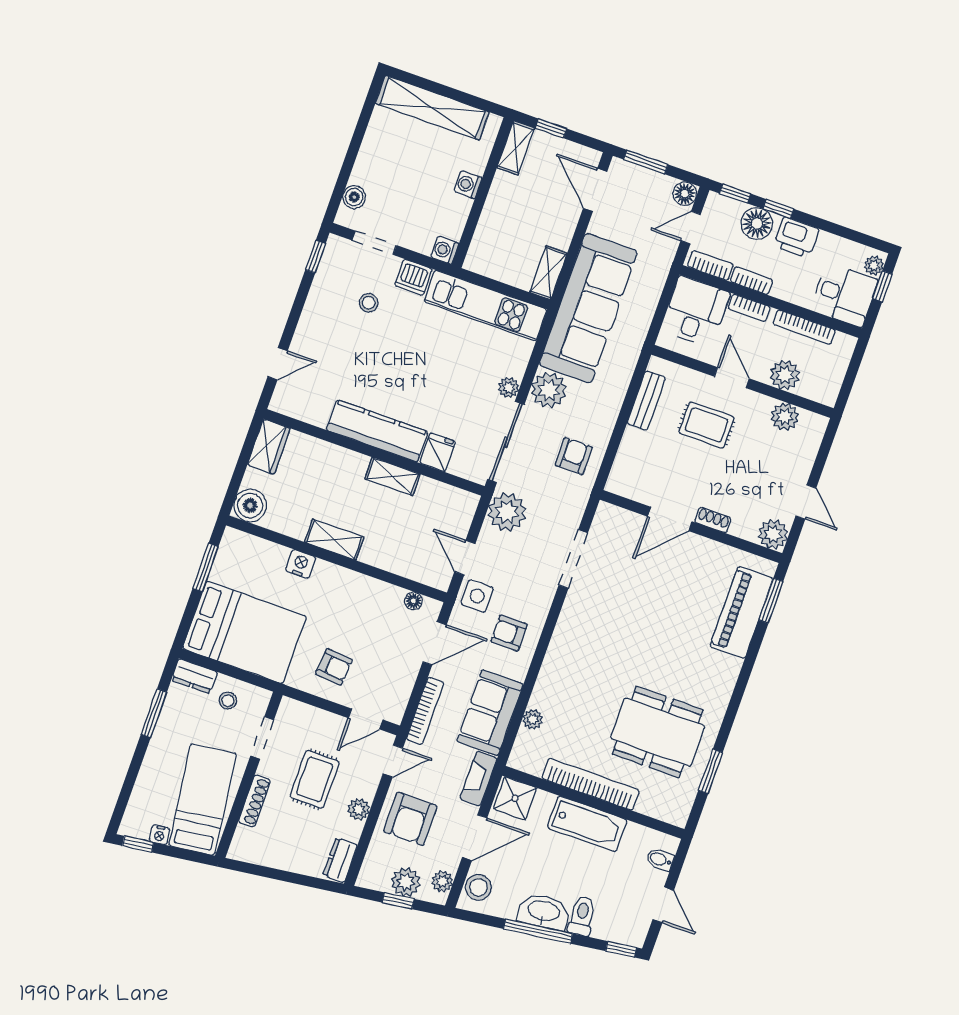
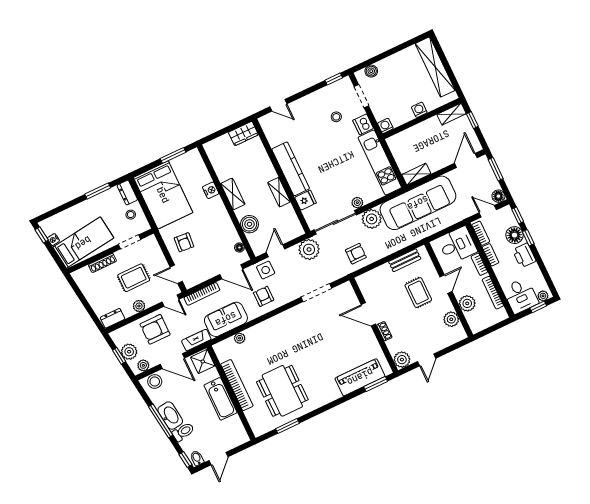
boiler: (250, 506) -> (250, 224), moved
bidet: (660, 859) -> (197, 458), moved

